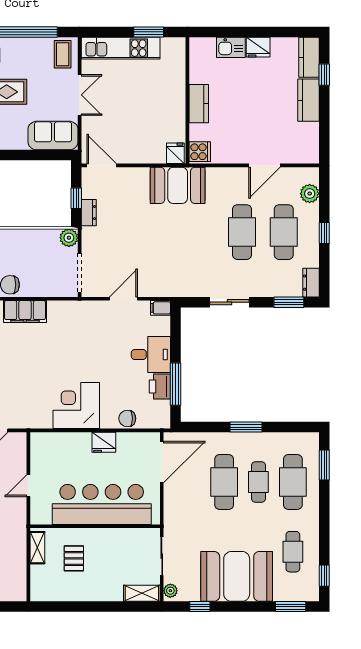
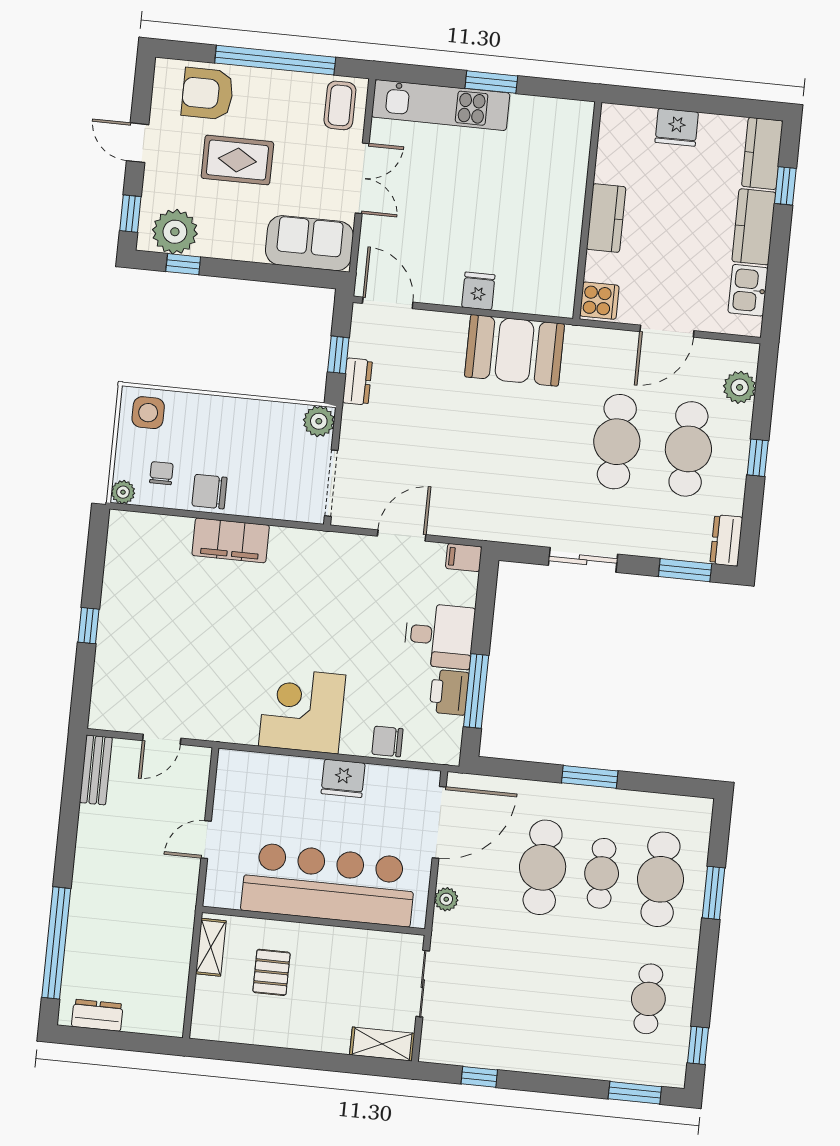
kitchen sink: (231, 47) -> (748, 290), moved, turned 90
wall: (187, 100) -> (587, 210), moved
kitchen counter: (199, 104) -> (606, 218), moved
cooker: (200, 152) -> (599, 301), moved
fridge: (175, 153) -> (478, 291), moved
window: (324, 465) -> (714, 893), moved
booth: (237, 576) -> (548, 1031), removed
plant: (170, 591) -> (446, 899), moved

